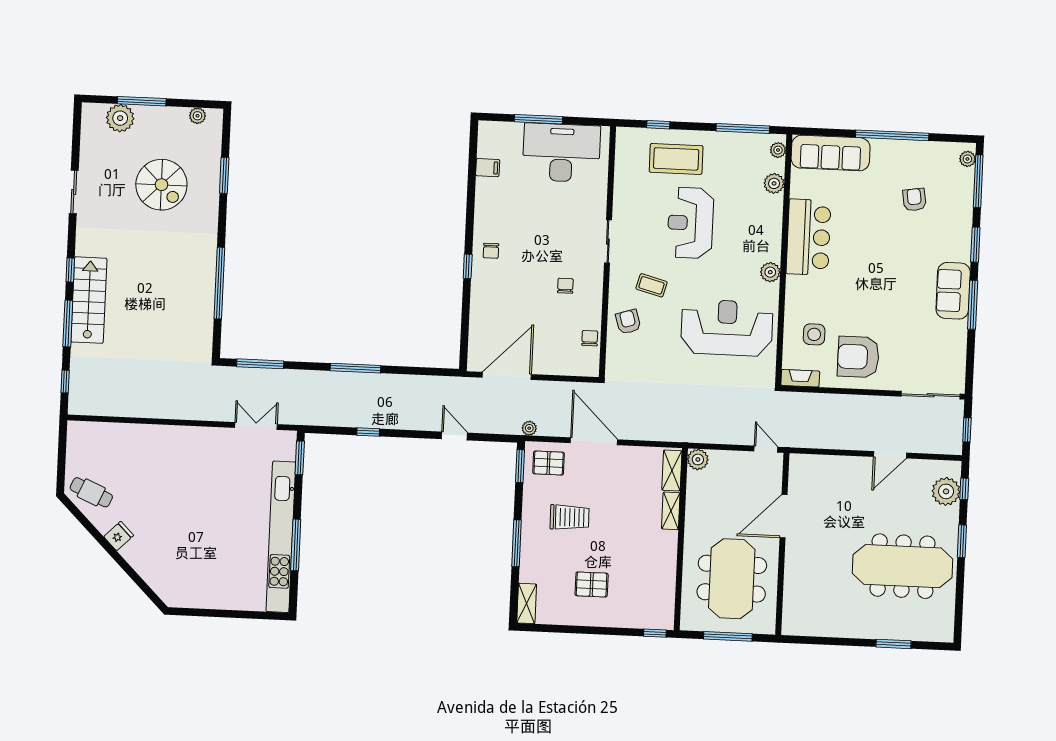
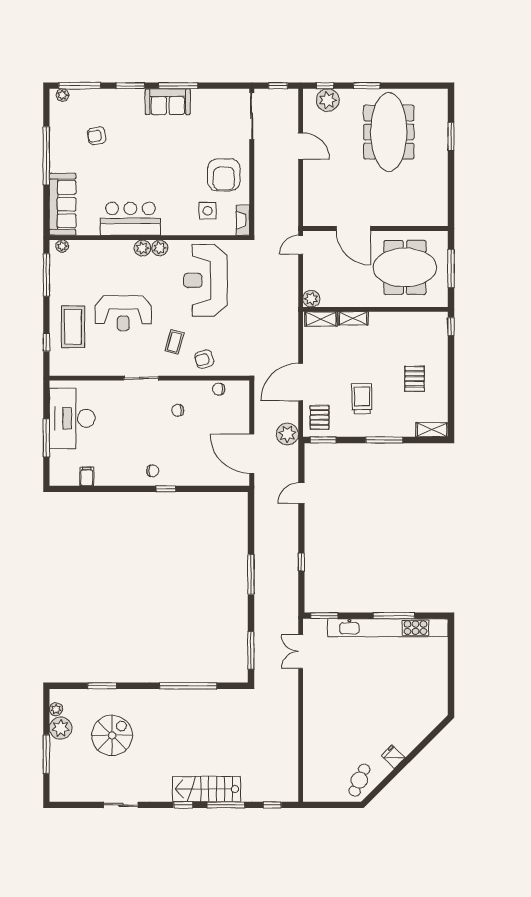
plant: (120, 118) -> (61, 728), moved
plant: (774, 183) -> (142, 248), moved
plant: (529, 428) -> (287, 434), width x1.87, depth x1.87

